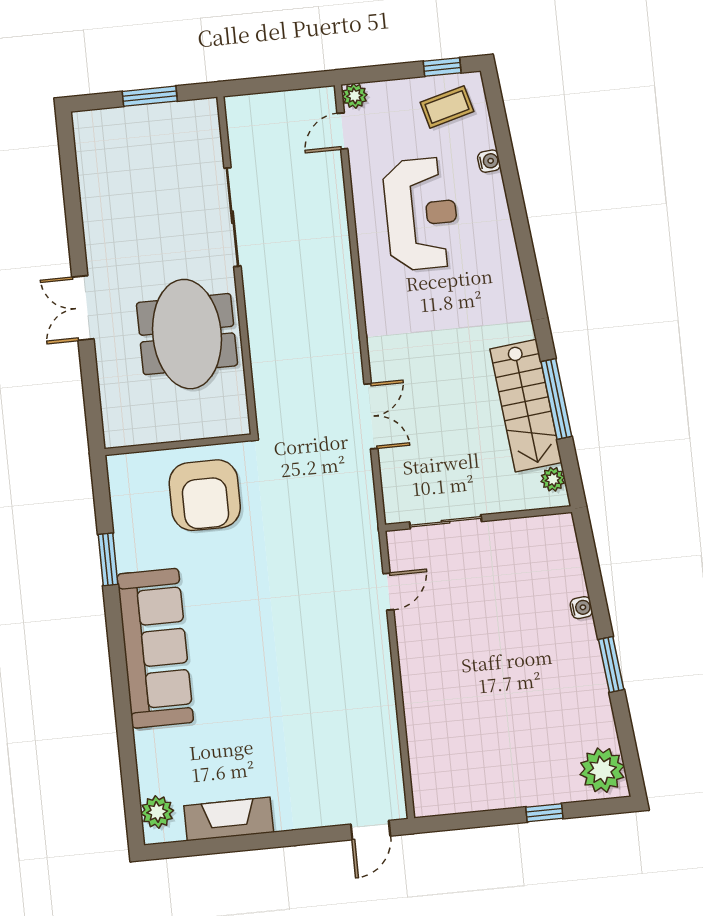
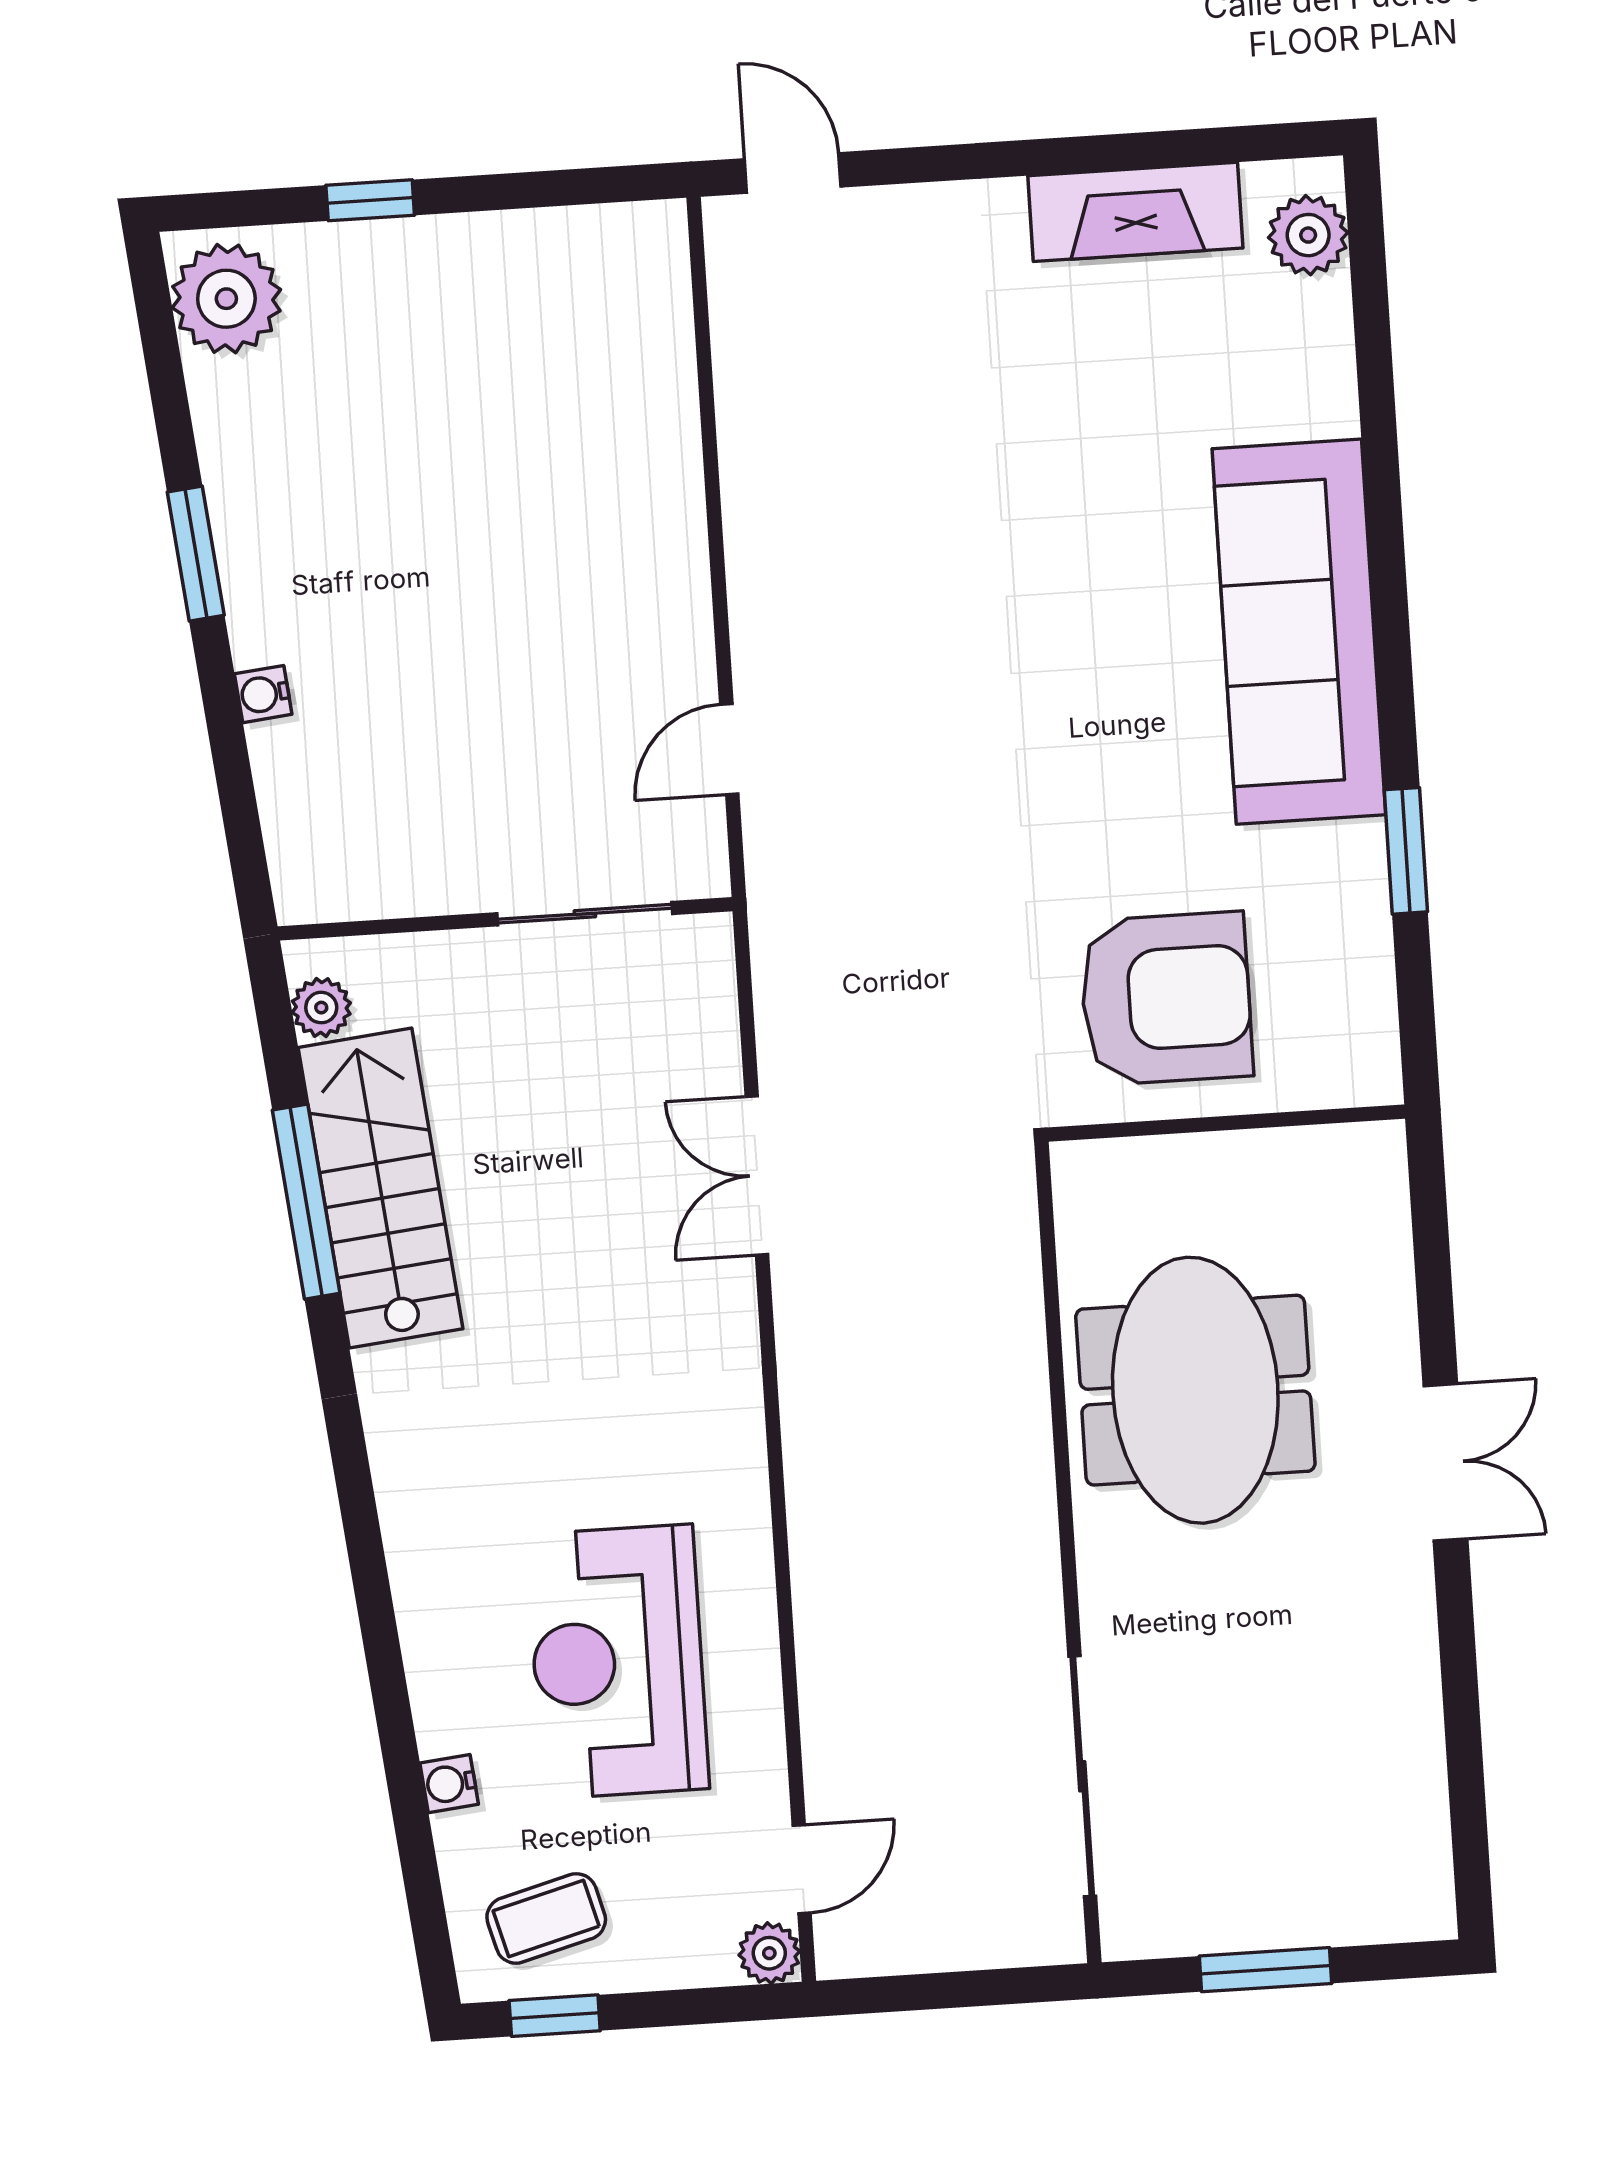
sliding door: (232, 217) -> (1082, 1776), moved
armchair: (205, 495) -> (1166, 998), turned 90
door: (371, 830) -> (793, 173), hinge flipped

